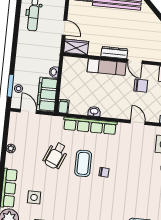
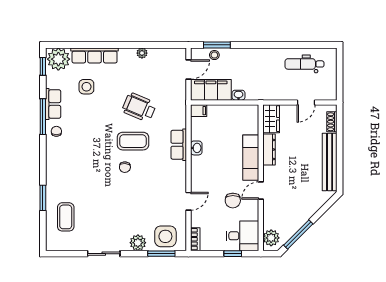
door: (64, 28) -> (306, 102), moved
dresser: (114, 53) -> (269, 150), moved
row of seats: (90, 126) -> (179, 145), width x0.50

